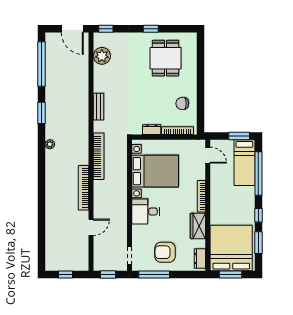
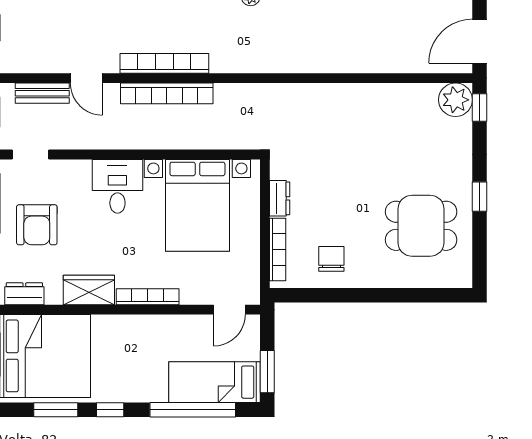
plant: (102, 56) -> (455, 100), moved
bench: (99, 107) -> (42, 93), moved
bookcase: (99, 156) -> (167, 93), moved
armchair: (165, 252) -> (37, 225), turned 180

